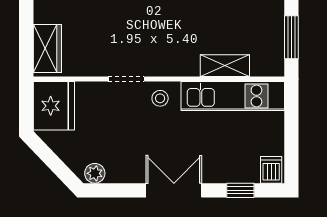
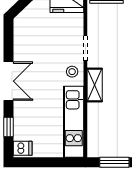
shelving: (225, 66) -> (95, 85), moved
plant: (95, 173) -> (20, 27), removed

